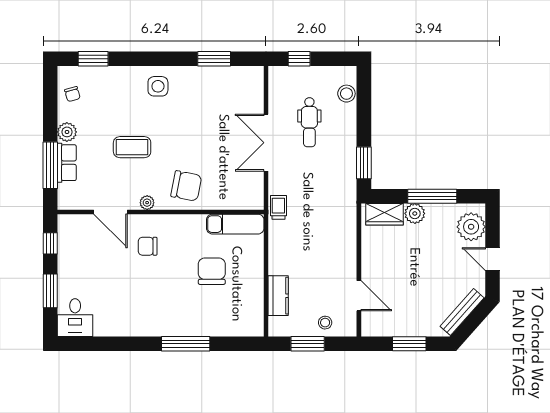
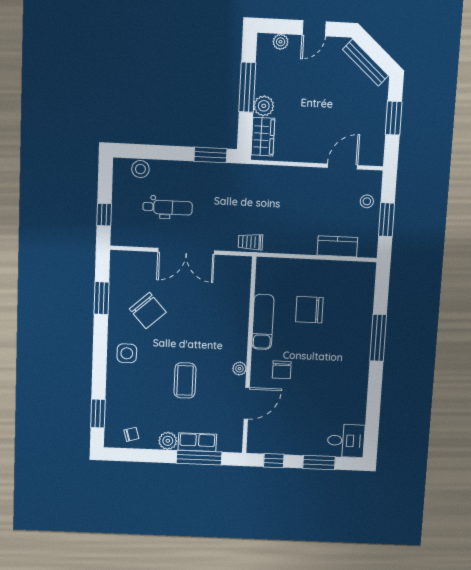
chair: (186, 186) -> (148, 311), moved, turned 127
exam couch: (235, 224) -> (263, 322), moved
plant: (471, 227) -> (281, 42), width x0.53, depth x0.53

